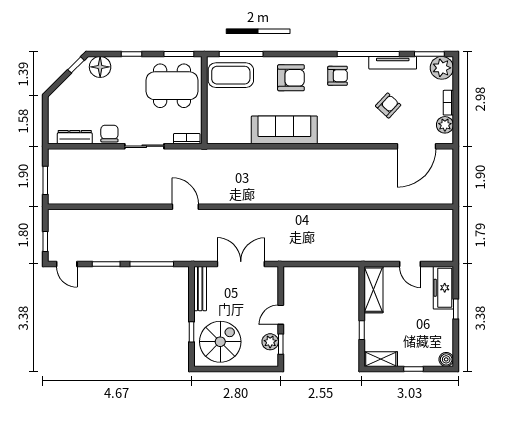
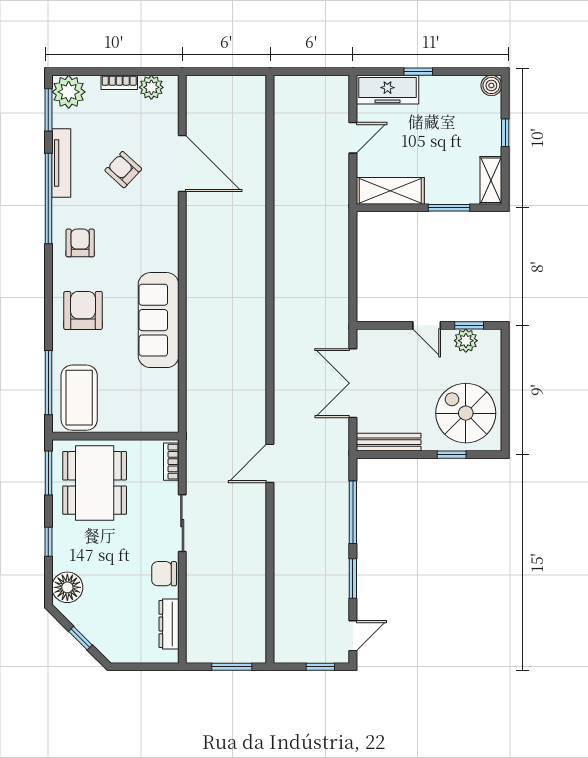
window: (76, 65) -> (80, 638), moved
door: (416, 146) -> (182, 163), moved
window: (362, 330) -> (449, 208), width x1.50

